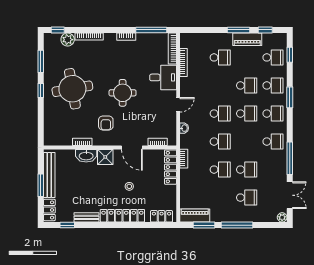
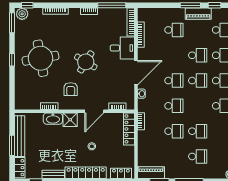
plant: (68, 40) -> (22, 14), moved
window: (41, 61) -> (12, 23), moved
round table: (123, 93) -> (86, 62), turned 31
door: (178, 105) -> (136, 73), width x1.87
door: (132, 147) -> (94, 111), hinge flipped

